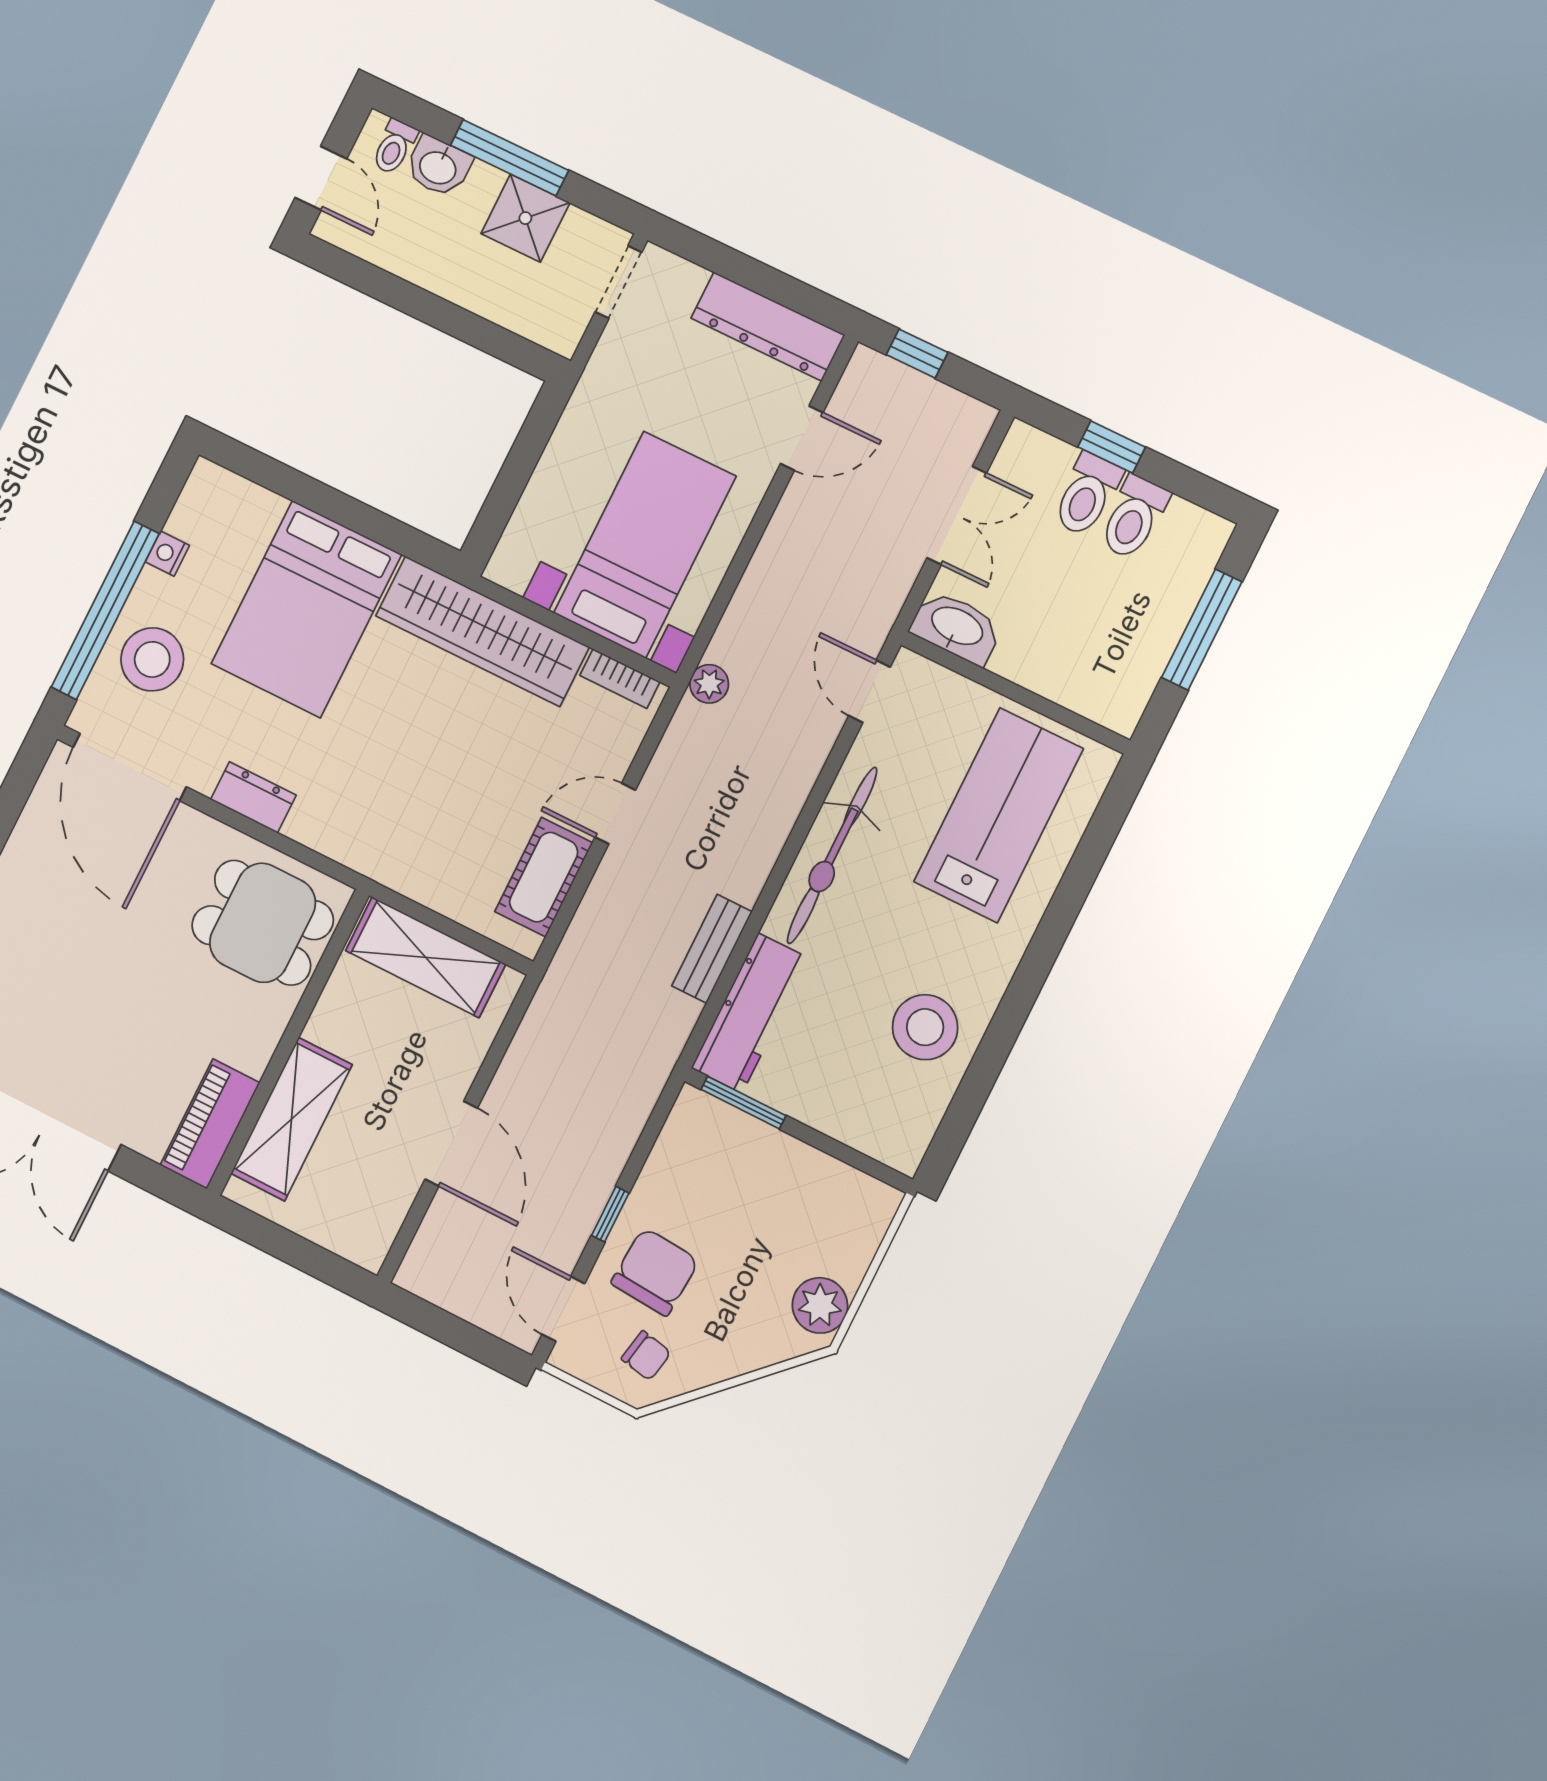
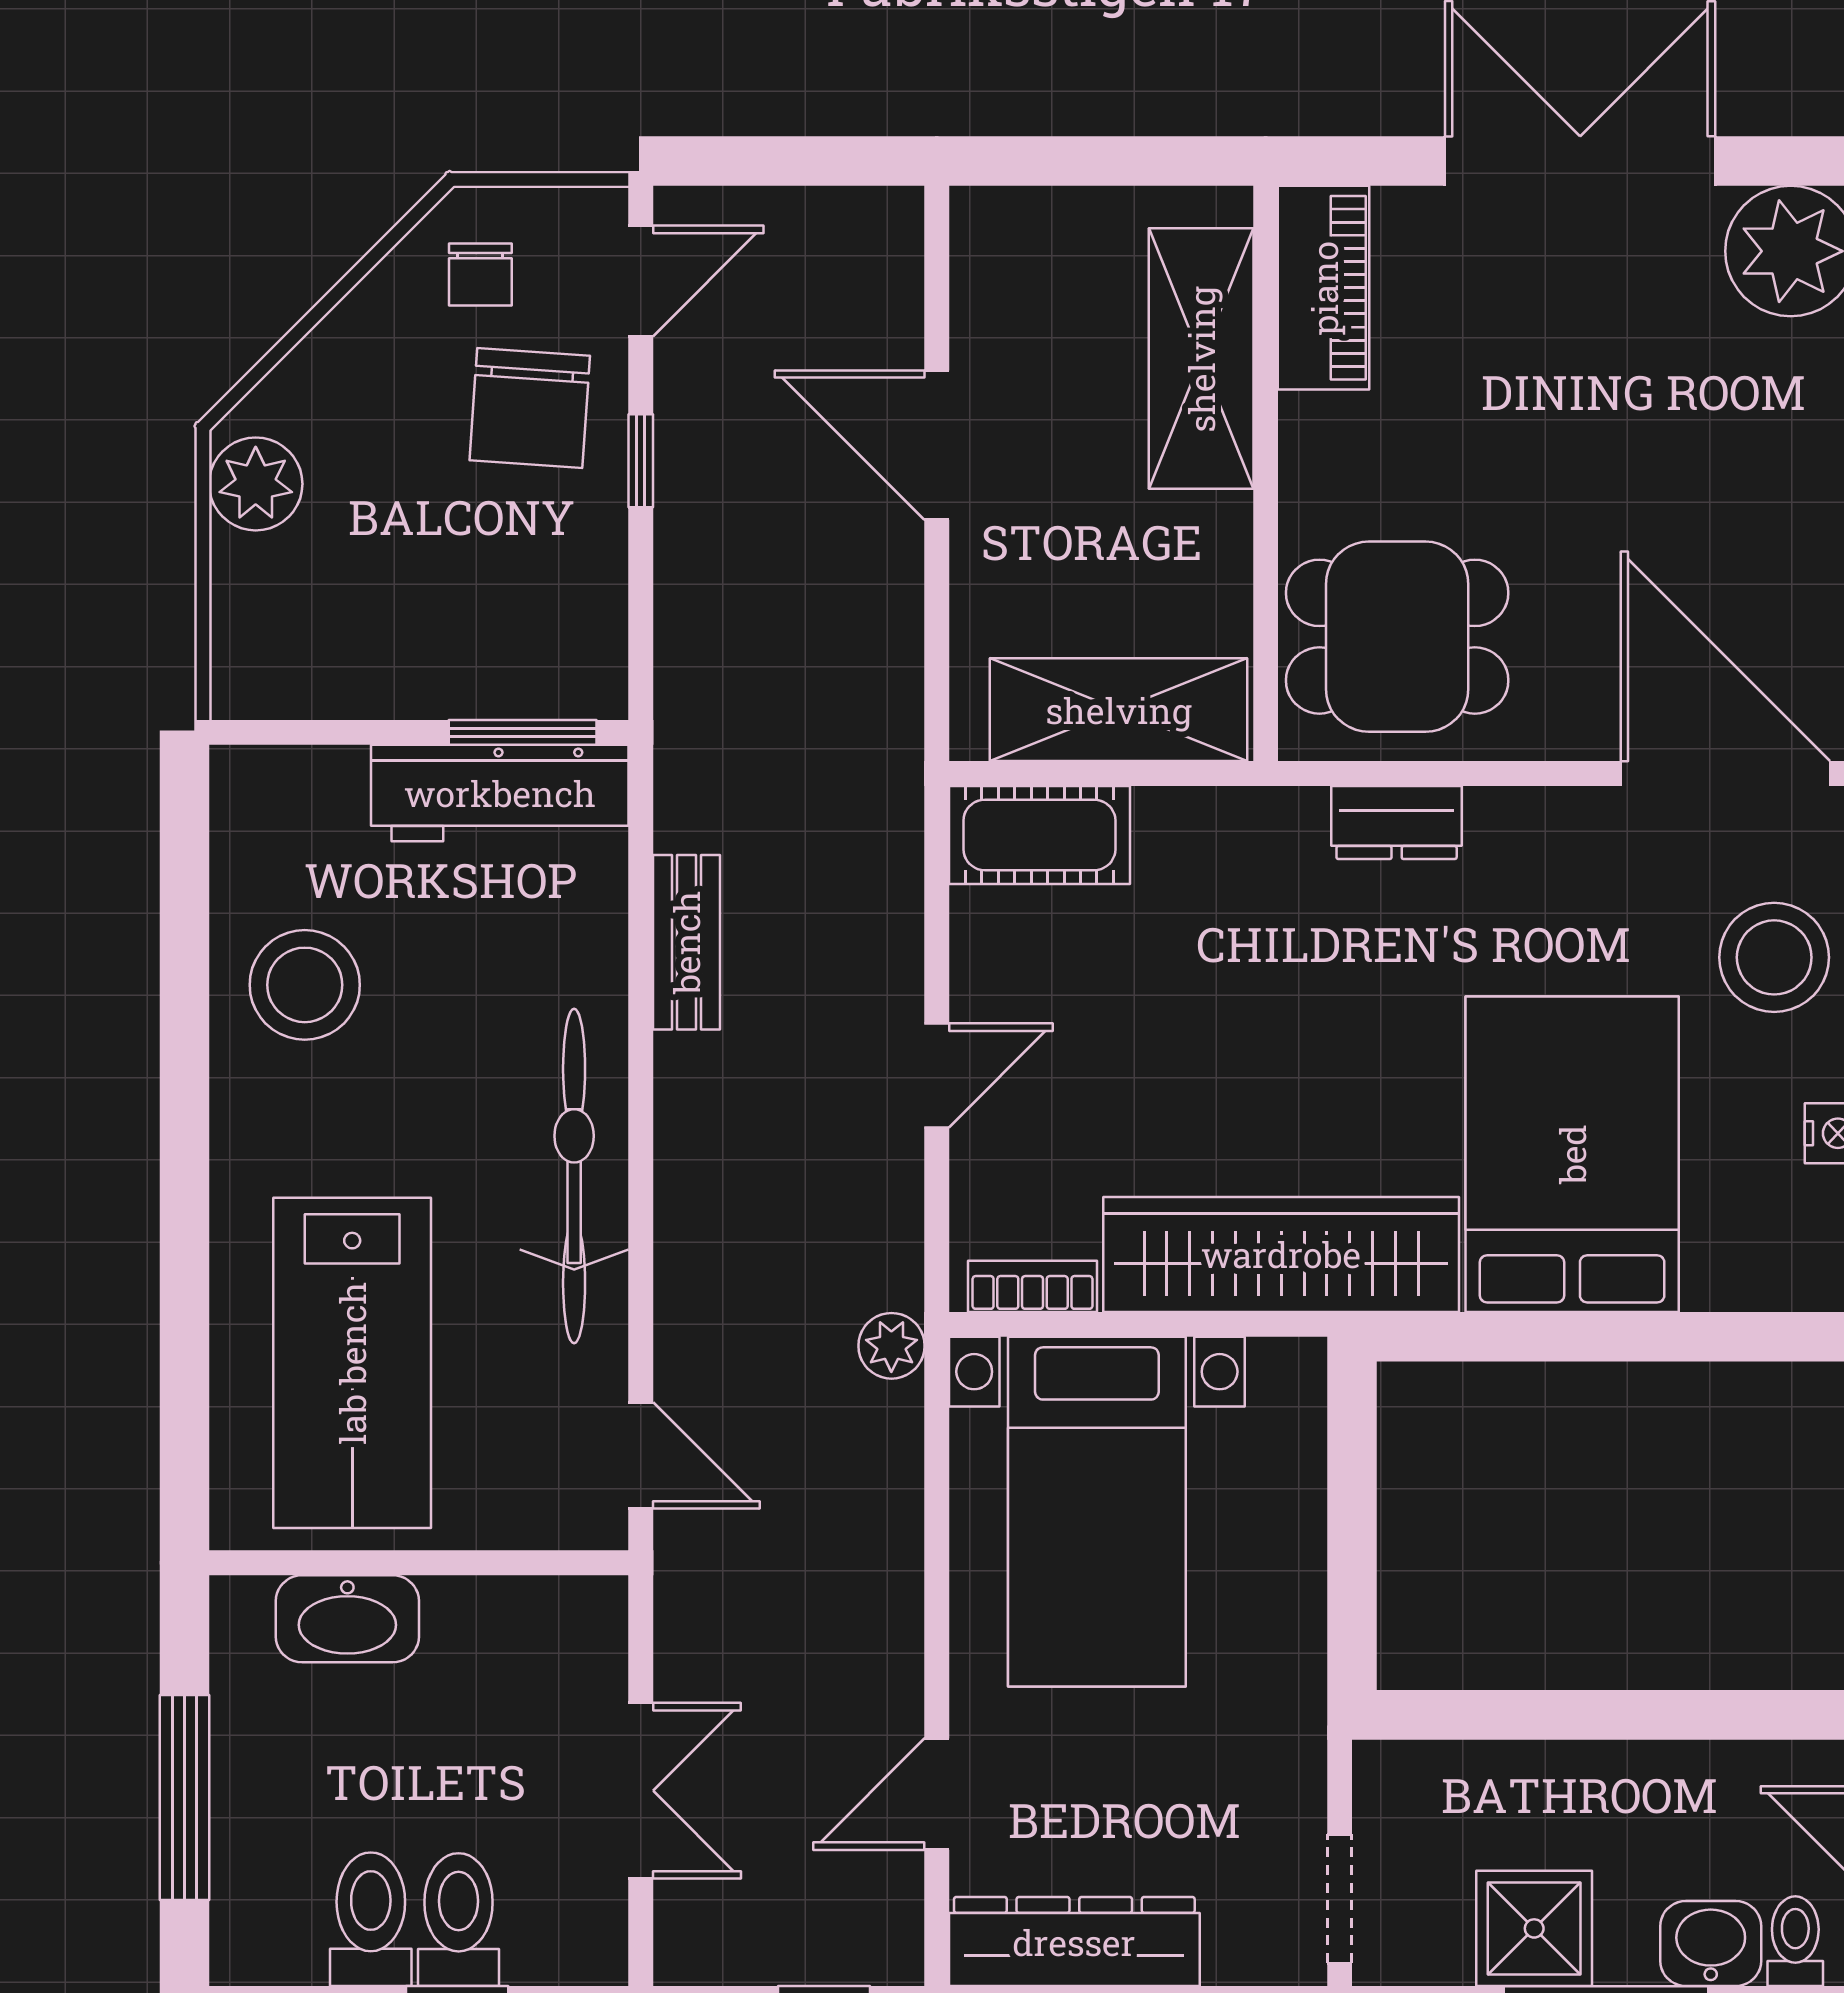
double door: (957, 515) -> (641, 1791), swing flipped
washbasin: (957, 627) -> (347, 1619), moved
dresser: (253, 797) -> (1397, 822), moved
cot: (544, 877) -> (1039, 835), moved, turned 90
workbench: (750, 1013) -> (500, 793), moved, turned -90
door: (563, 1309) -> (641, 281), hinge flipped
chair: (646, 1356) -> (480, 274), turned -101

